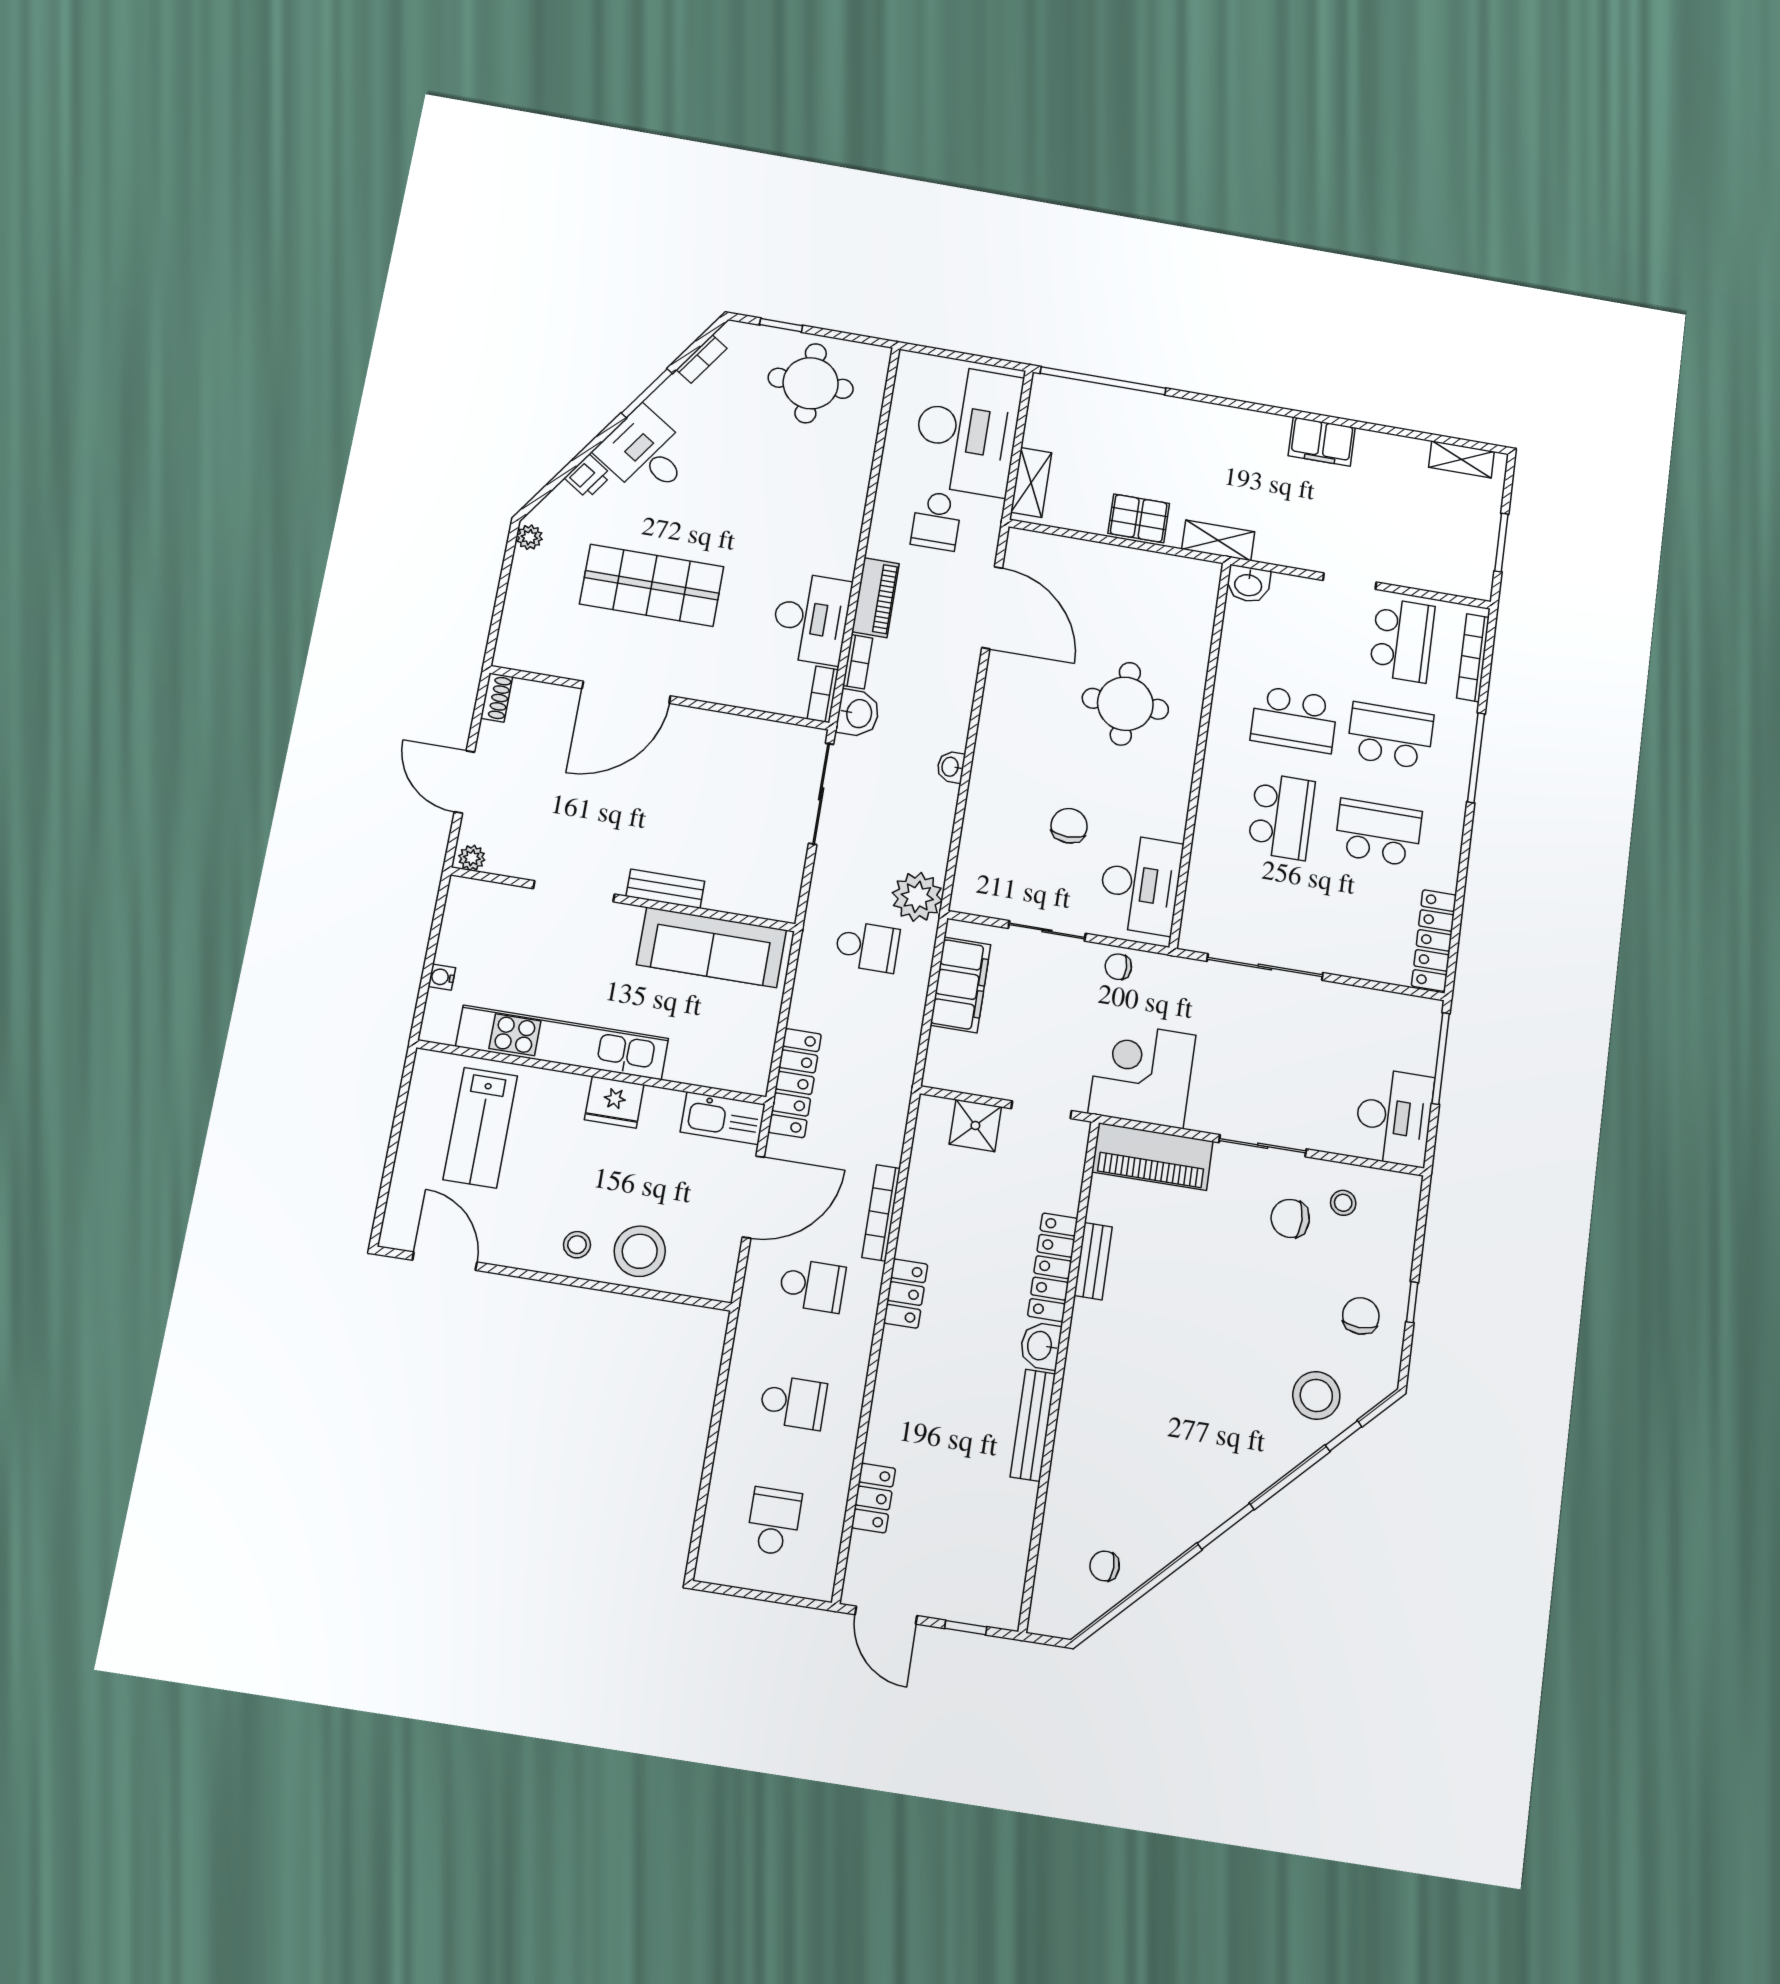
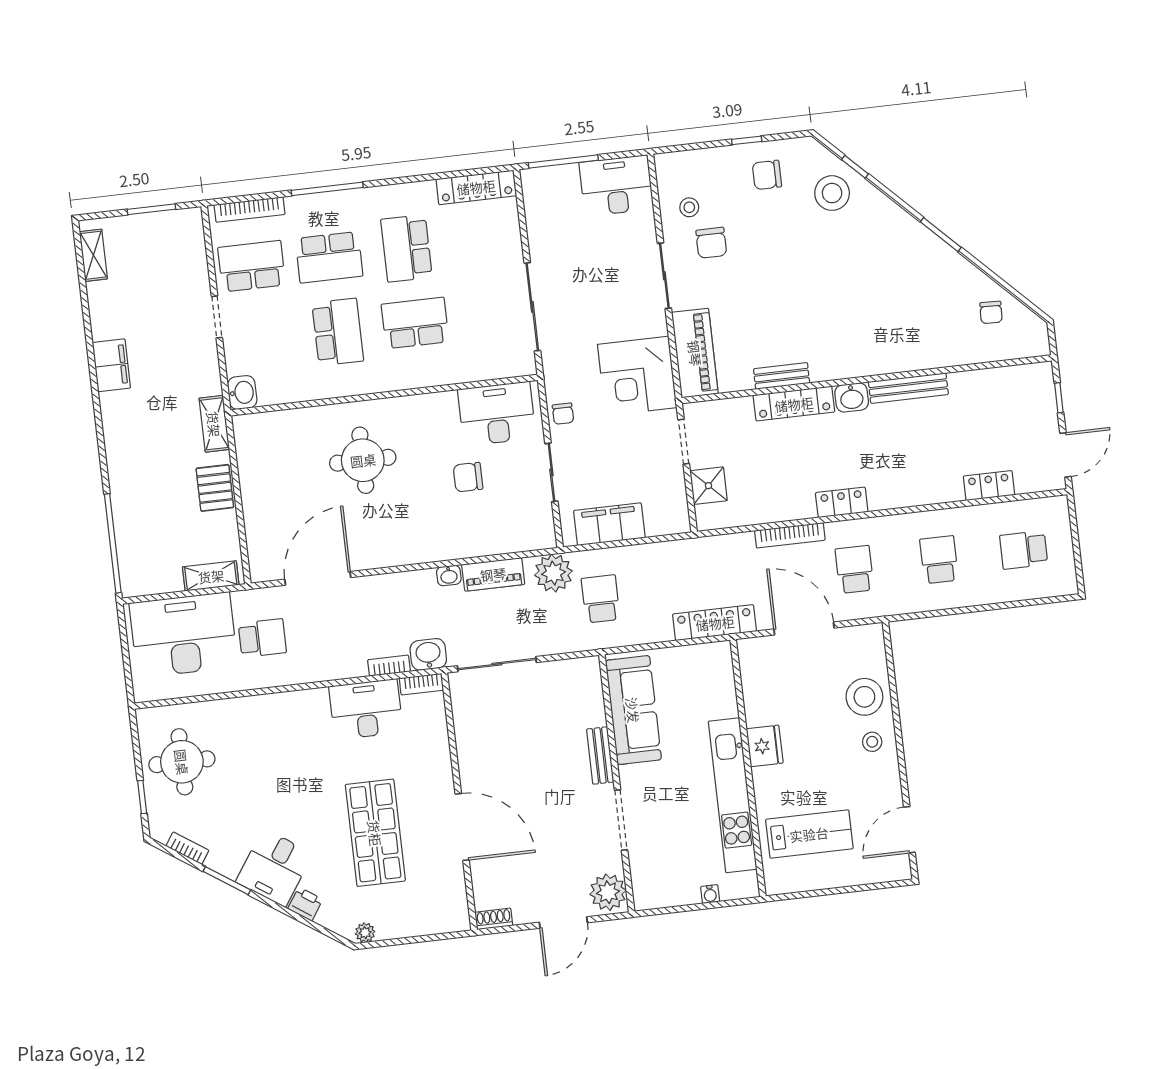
piano: (876, 598) -> (493, 574), moved, turned 180
school desk: (1390, 736) -> (329, 257), turned -90
plant: (472, 858) -> (608, 892), width x1.88, depth x1.88
kitchen sink: (723, 1118) -> (754, 666), removed

